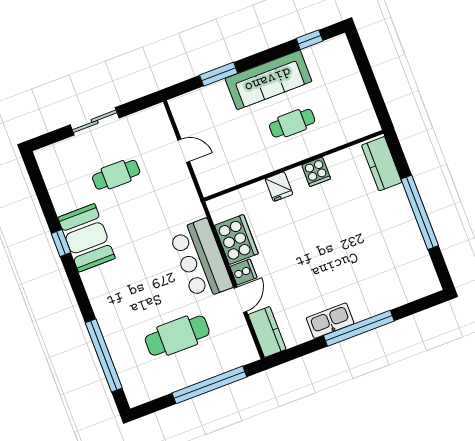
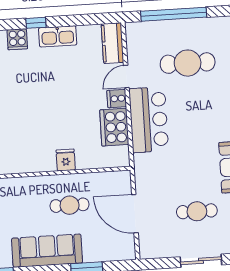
cafe table: (292, 123) -> (70, 205), moved
door: (184, 151) -> (135, 214), width x1.87
cooker: (316, 172) -> (17, 39), moved, turned 180
window: (359, 328) -> (36, 23), width x0.32

